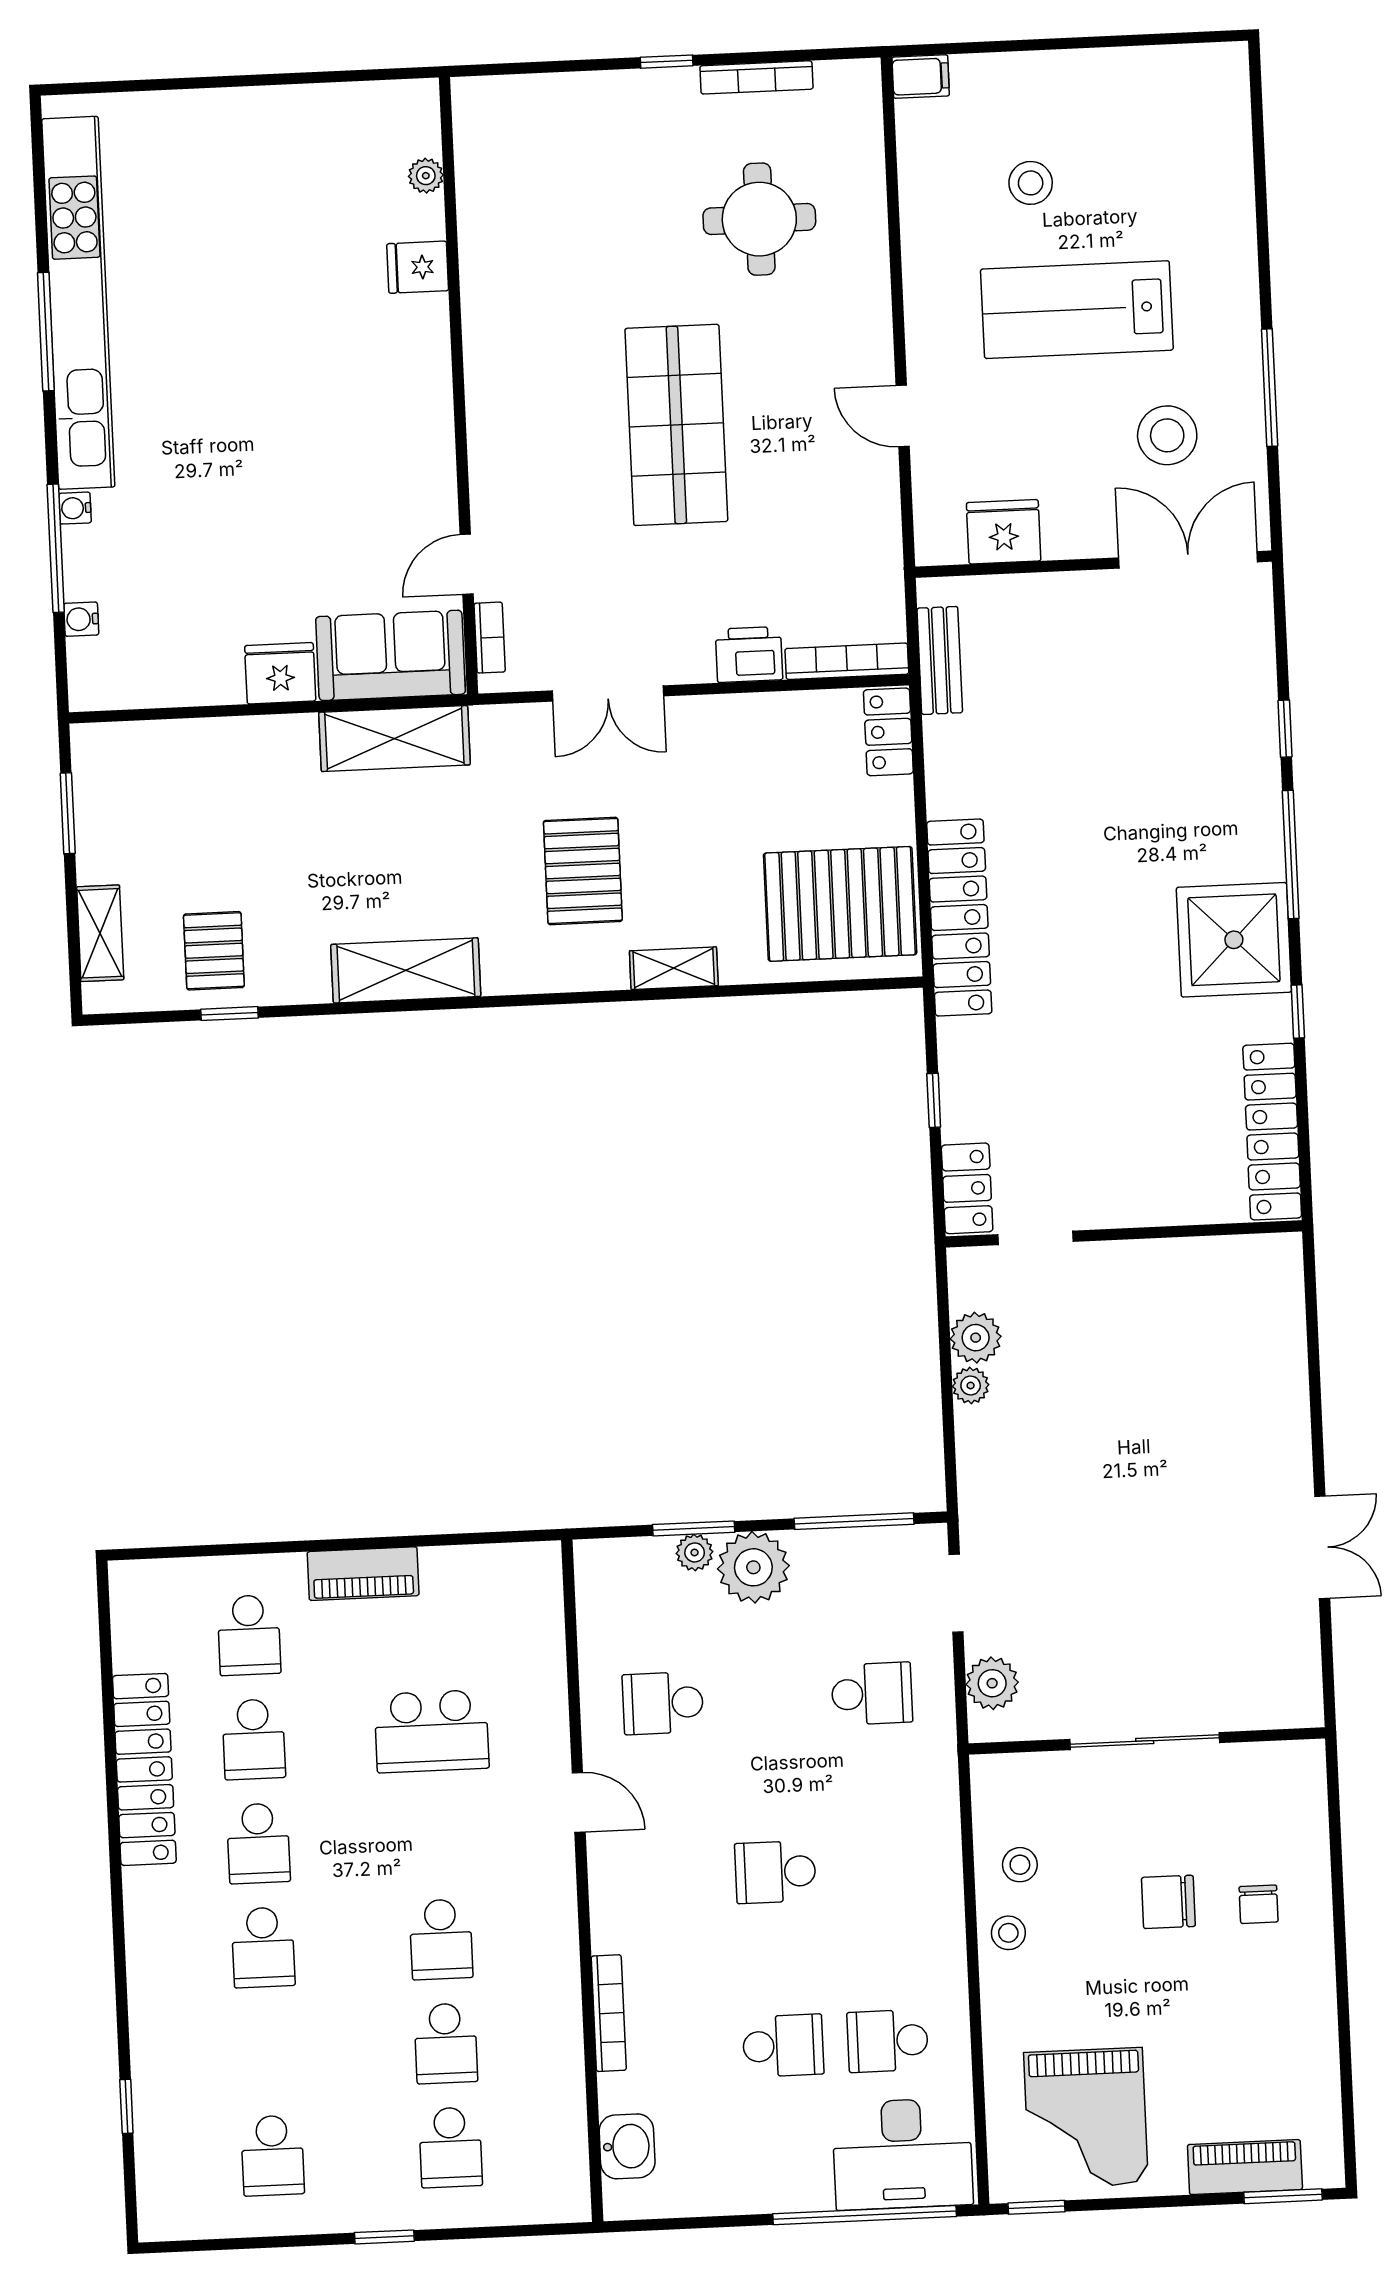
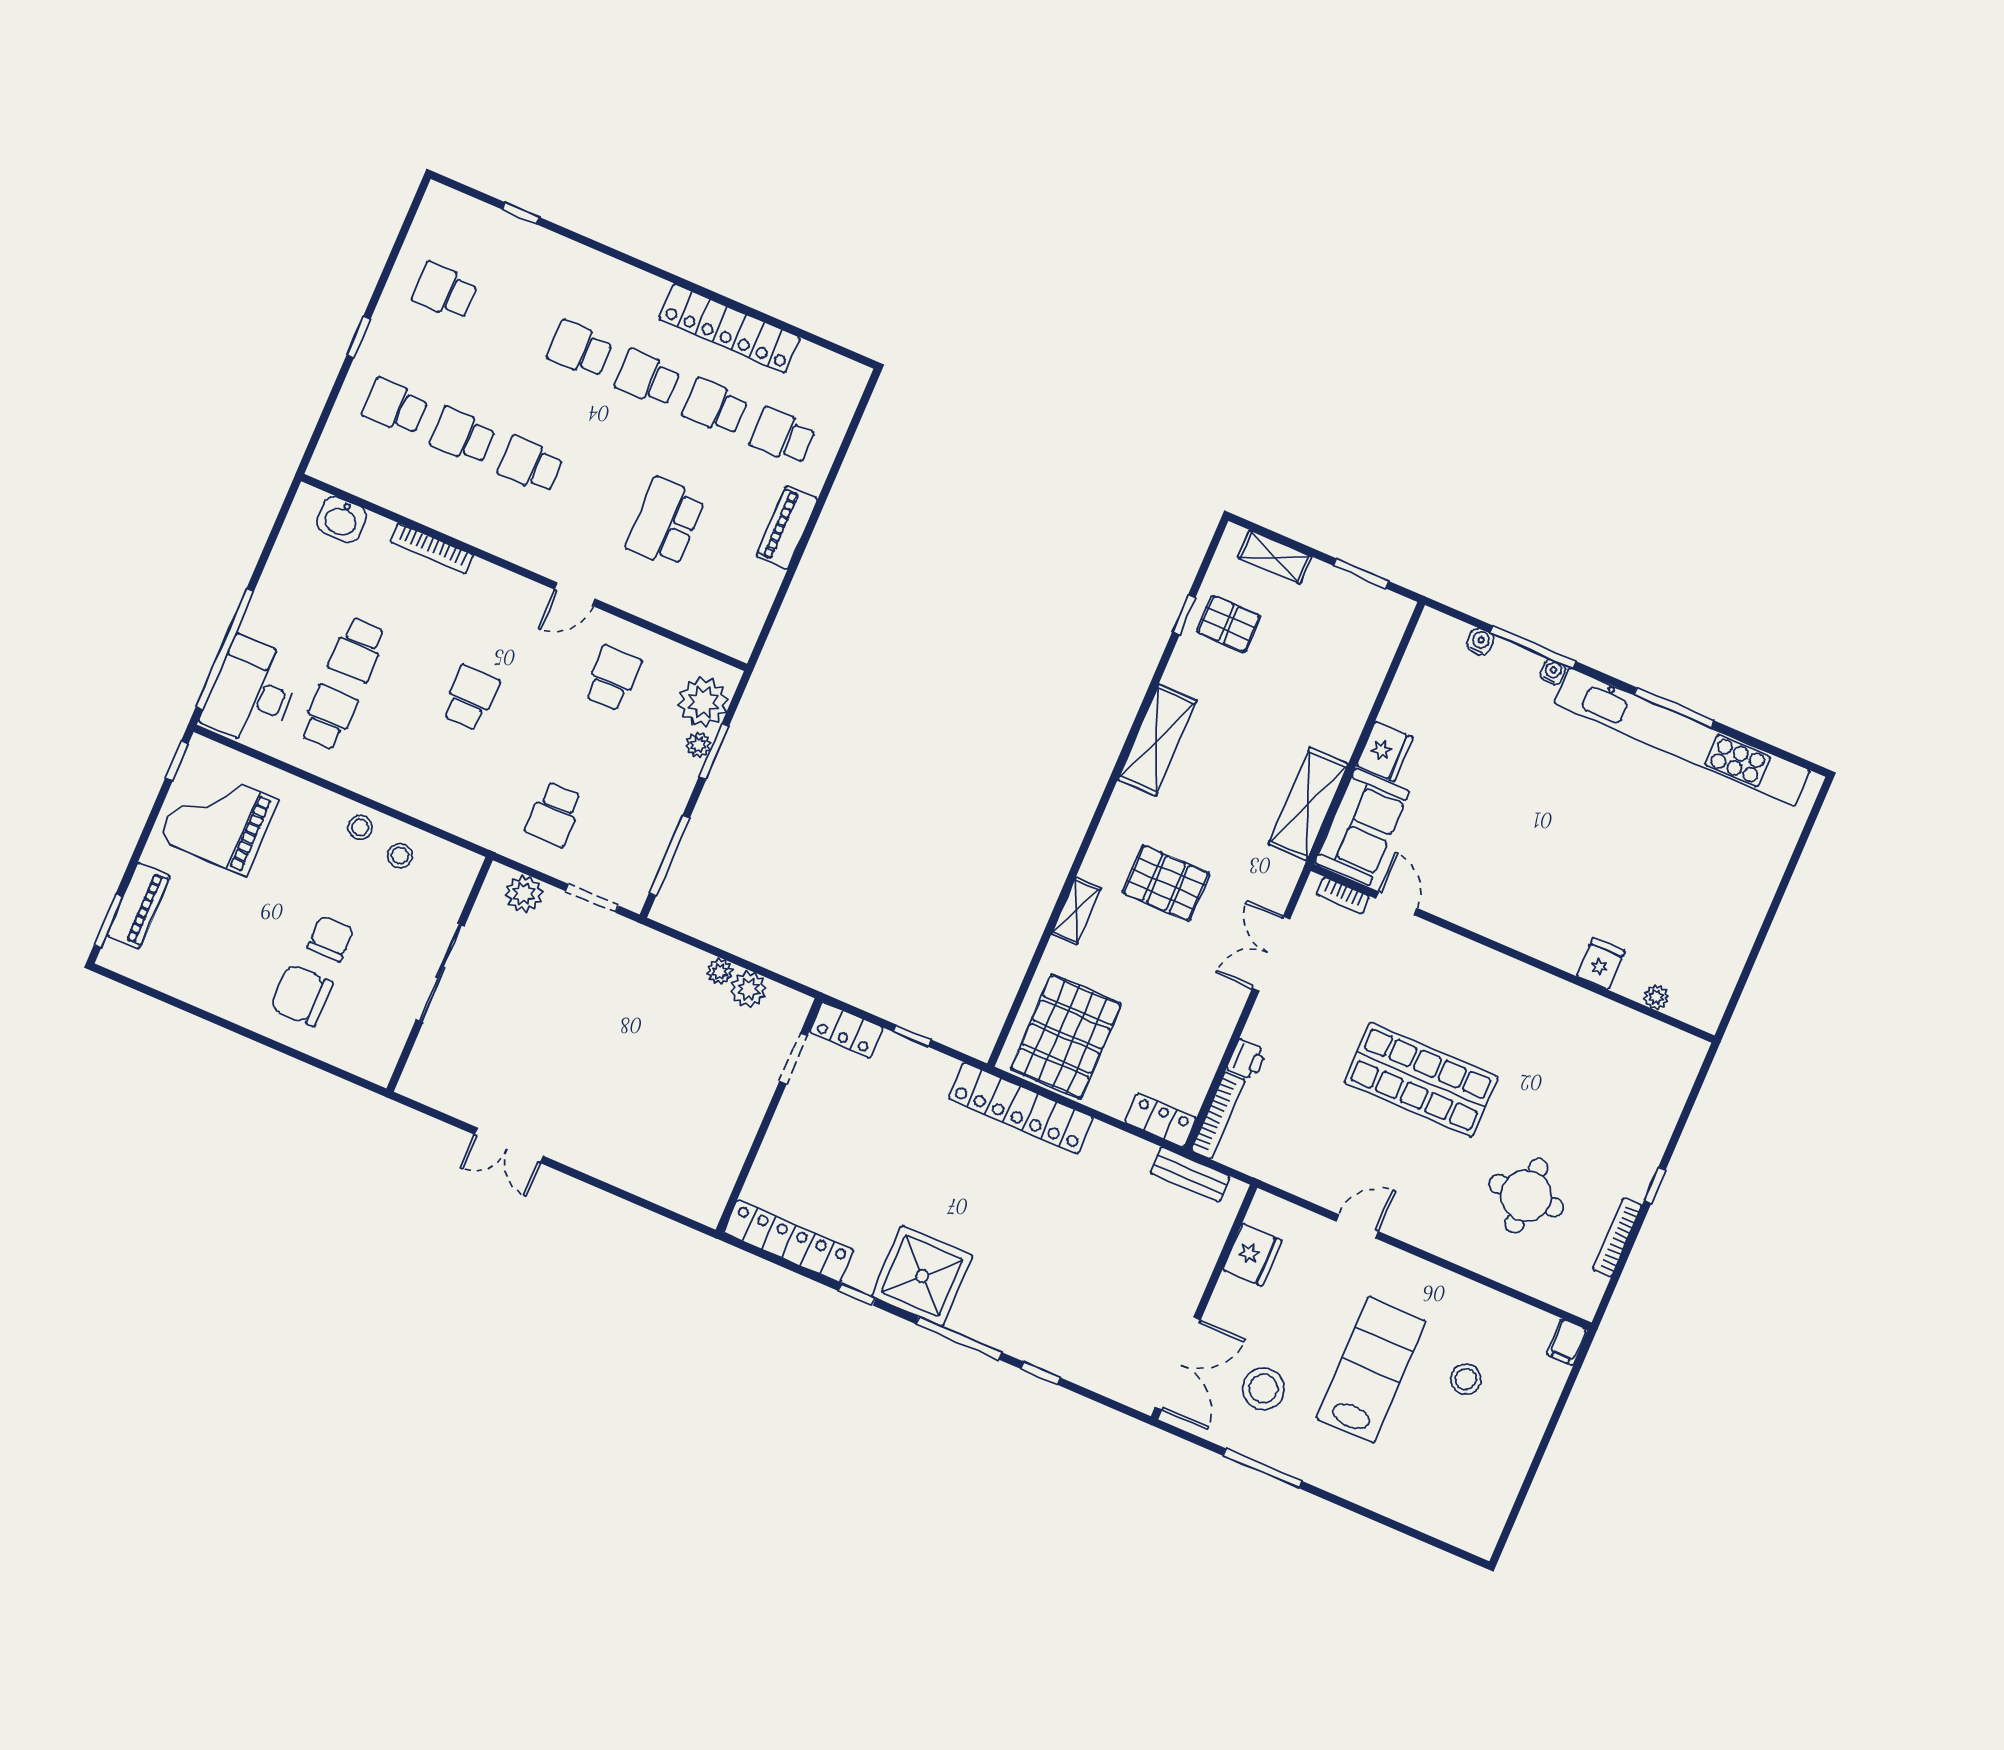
printer: (749, 655) -> (1247, 1059), width x0.73, depth x0.81
plant: (753, 1567) -> (703, 702), moved
chair: (1259, 1904) -> (301, 995), width x1.87, depth x1.87

